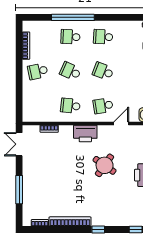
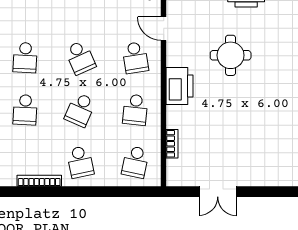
school desk: (103, 71) -> (80, 58), turned -45
school desk: (38, 106) -> (135, 162), added
double door: (19, 144) -> (218, 192), moved
round table: (105, 165) -> (231, 55), turned -35
window: (19, 190) -> (269, 192), removed

